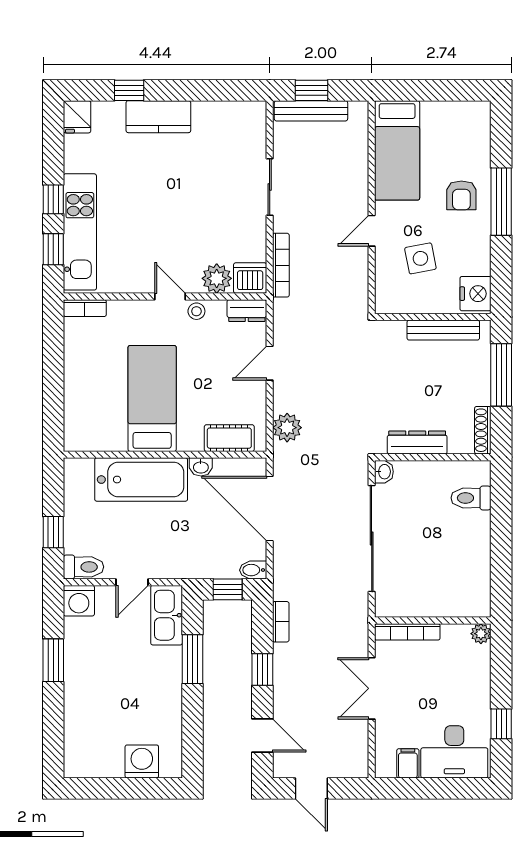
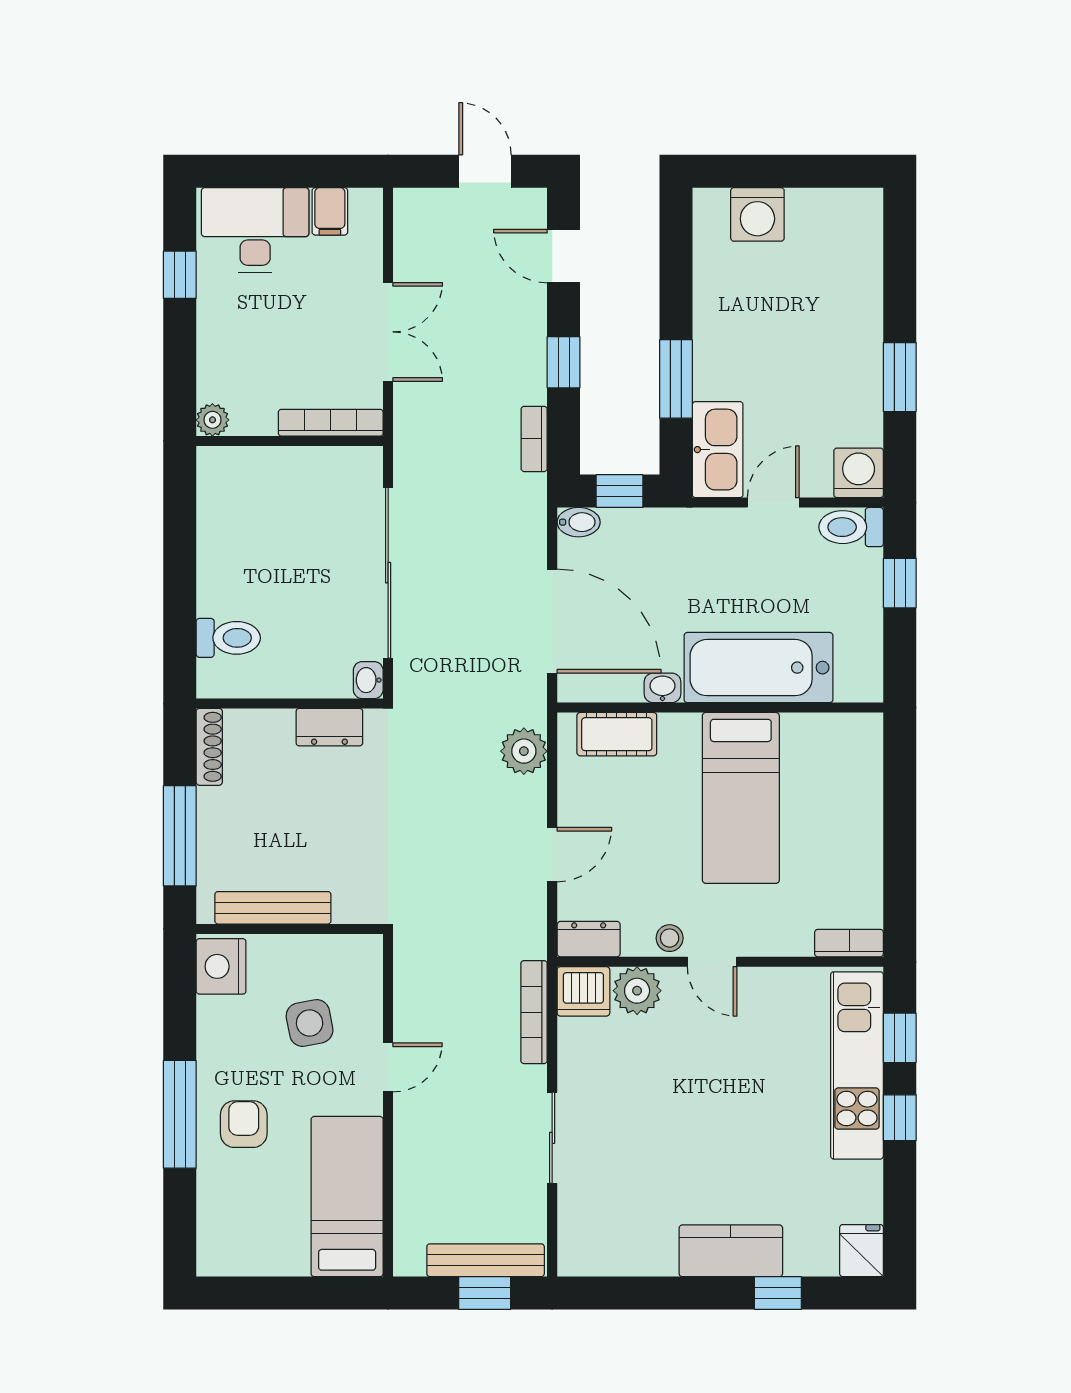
dresser: (417, 442) -> (329, 727), width x0.70

